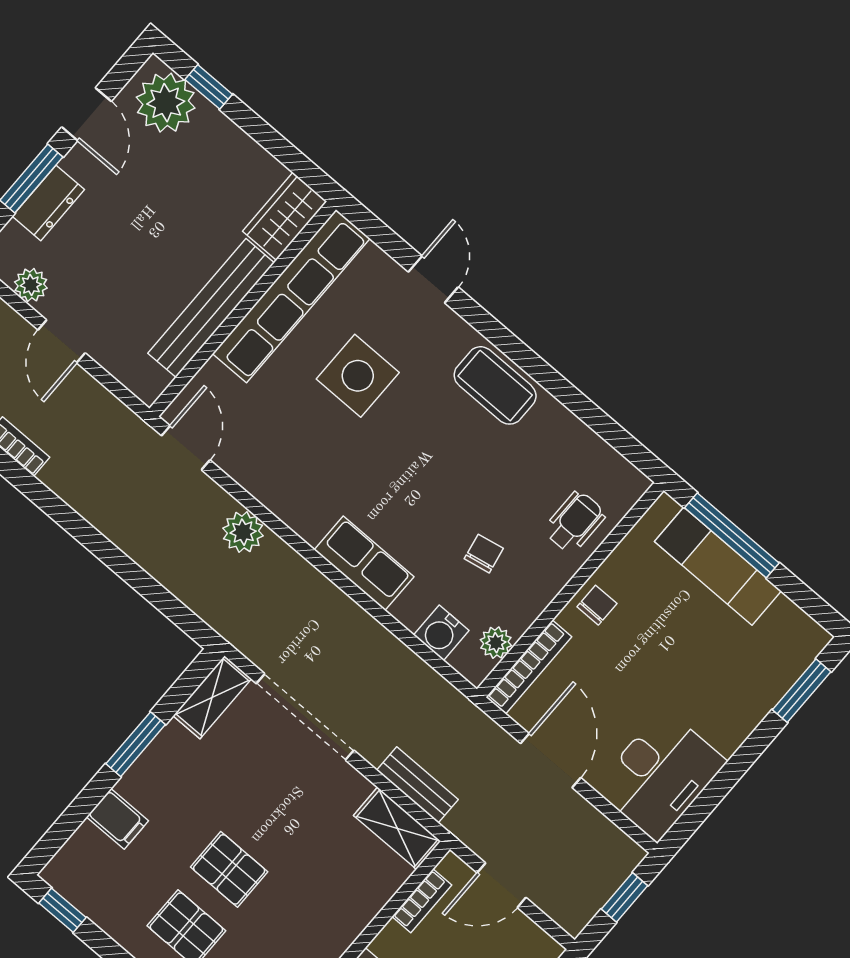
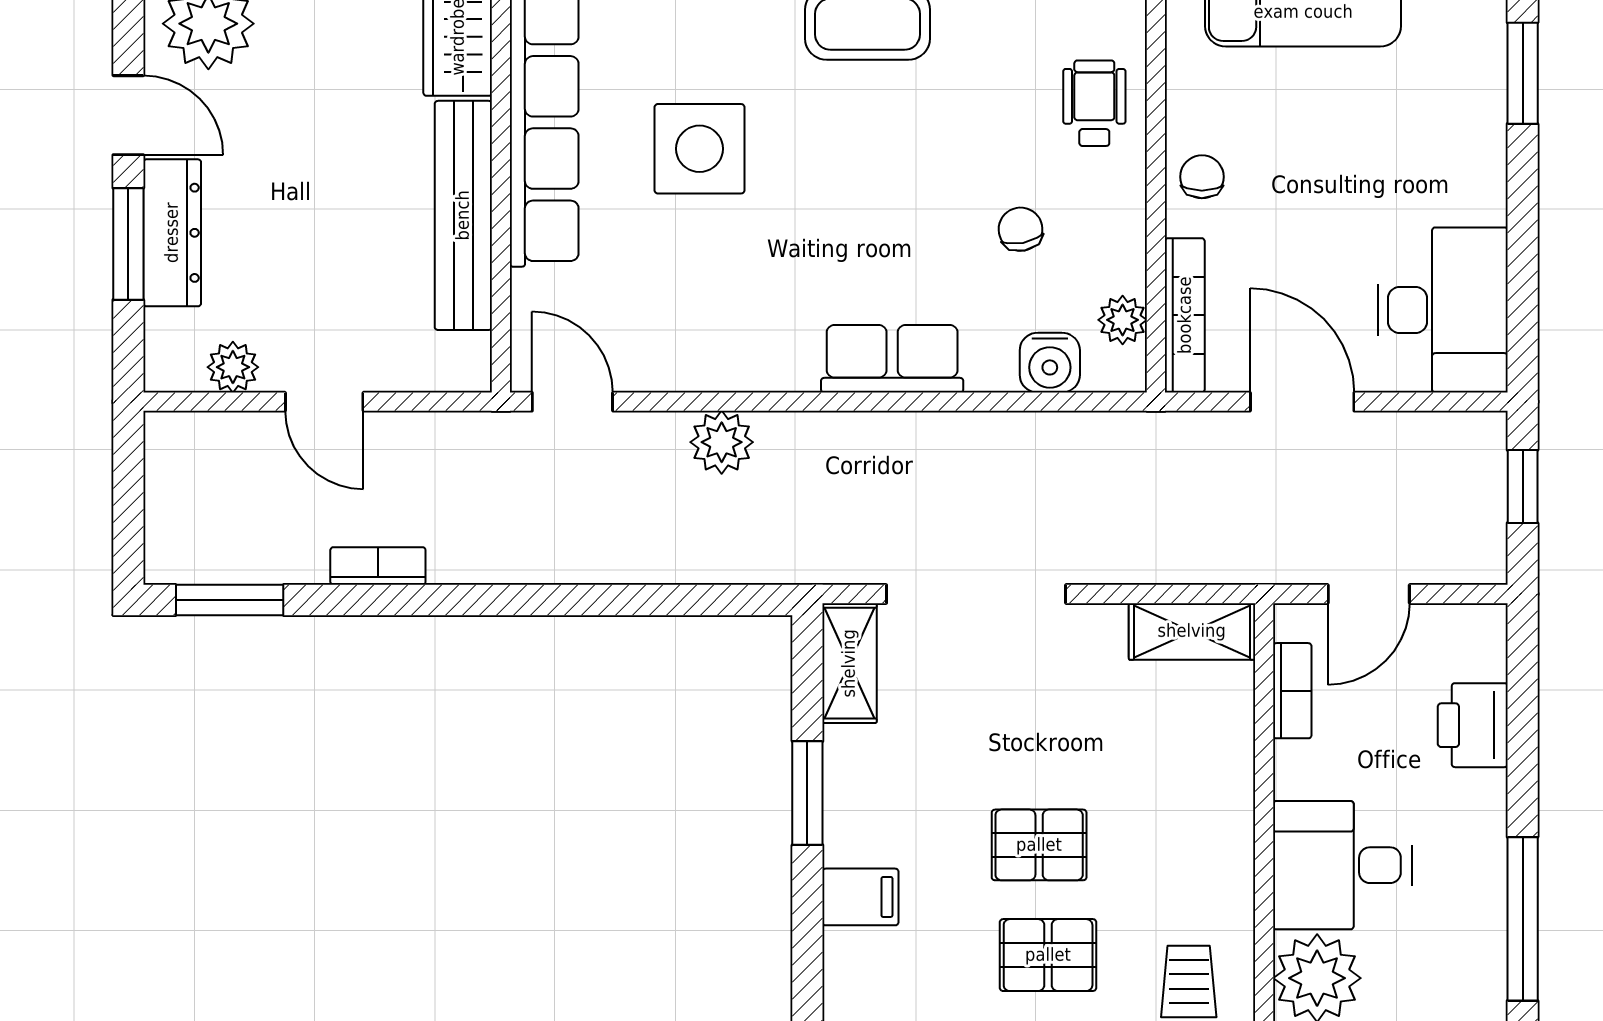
dresser: (48, 203) -> (172, 233), width x1.44
bench: (417, 785) -> (1173, 561), removed

